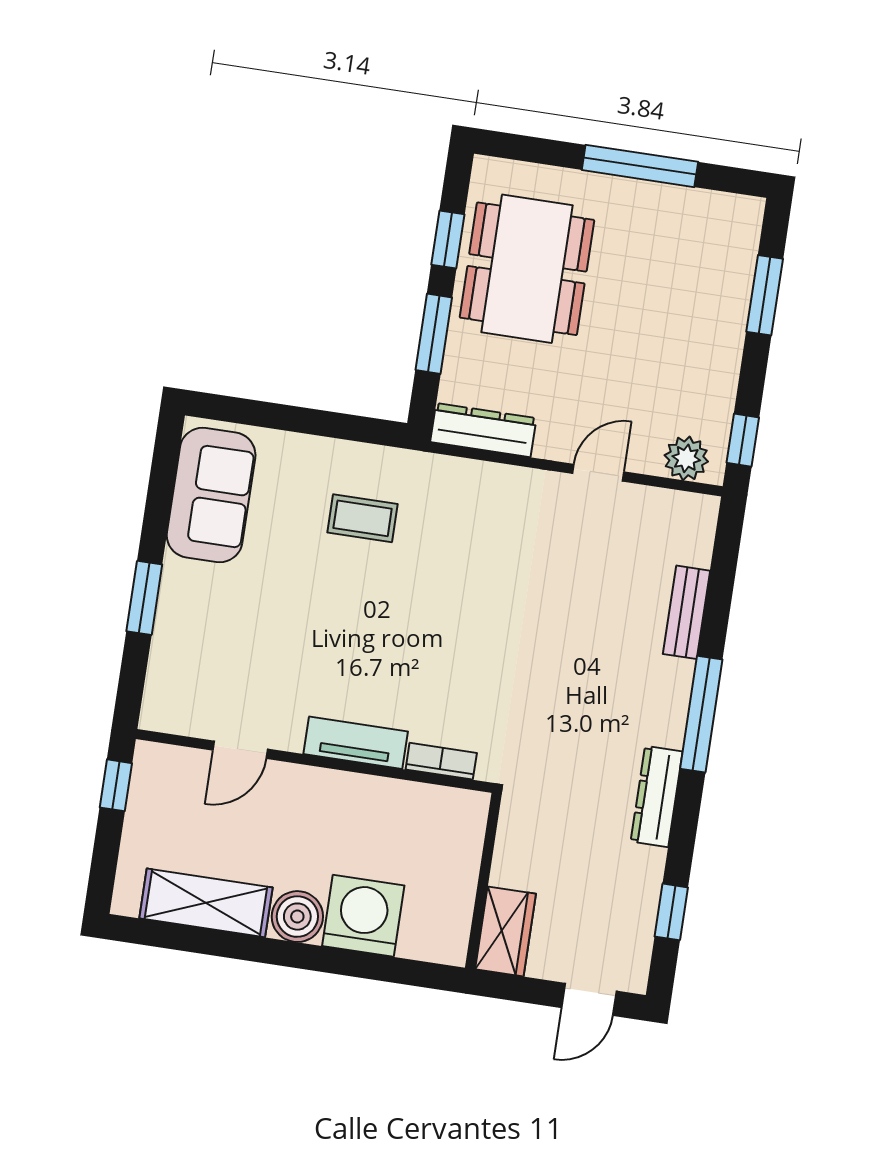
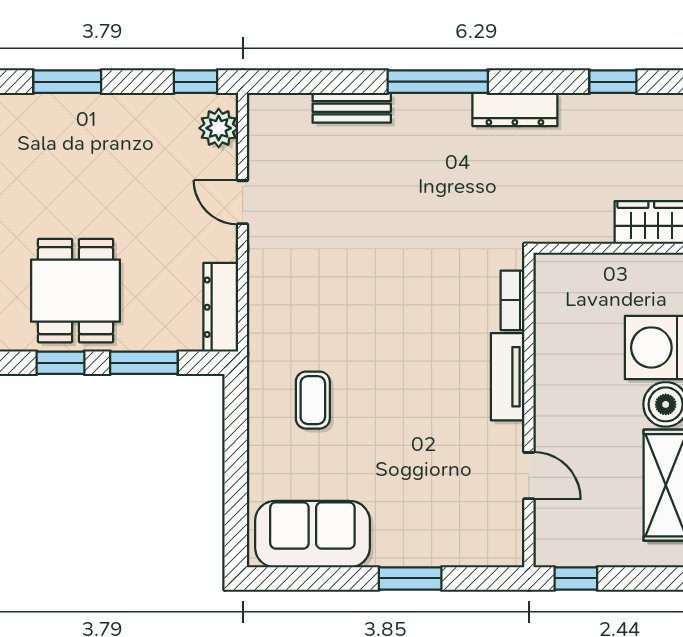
dining table: (527, 269) -> (76, 291), width x0.73

